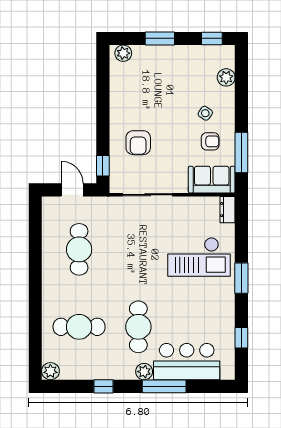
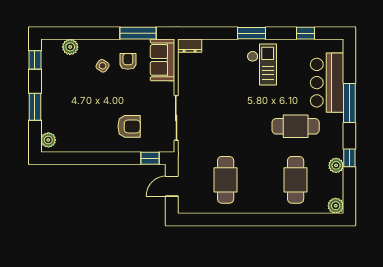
cafe table: (79, 249) -> (226, 180), turned 90
checkout: (199, 257) -> (262, 65), moved, width x0.73, depth x0.83
plant: (144, 372) -> (336, 165), moved

